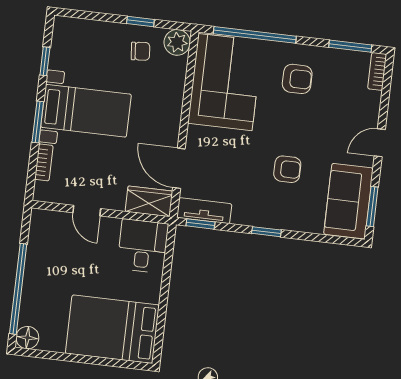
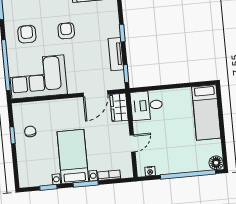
plant: (177, 42) -> (20, 111), removed
armchair: (287, 169) -> (66, 31), moved
tv unit: (204, 211) -> (116, 54), moved
nightstand: (36, 229) -> (150, 171), added
bed: (112, 329) -> (206, 112), width x0.67

